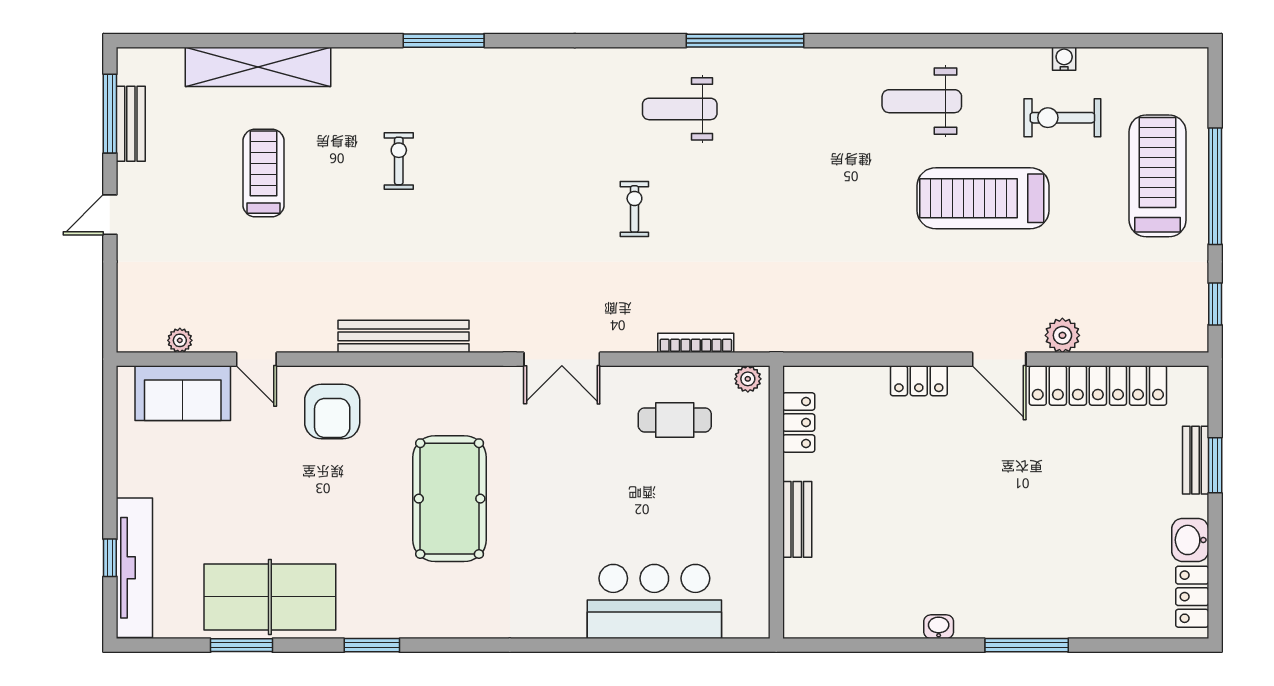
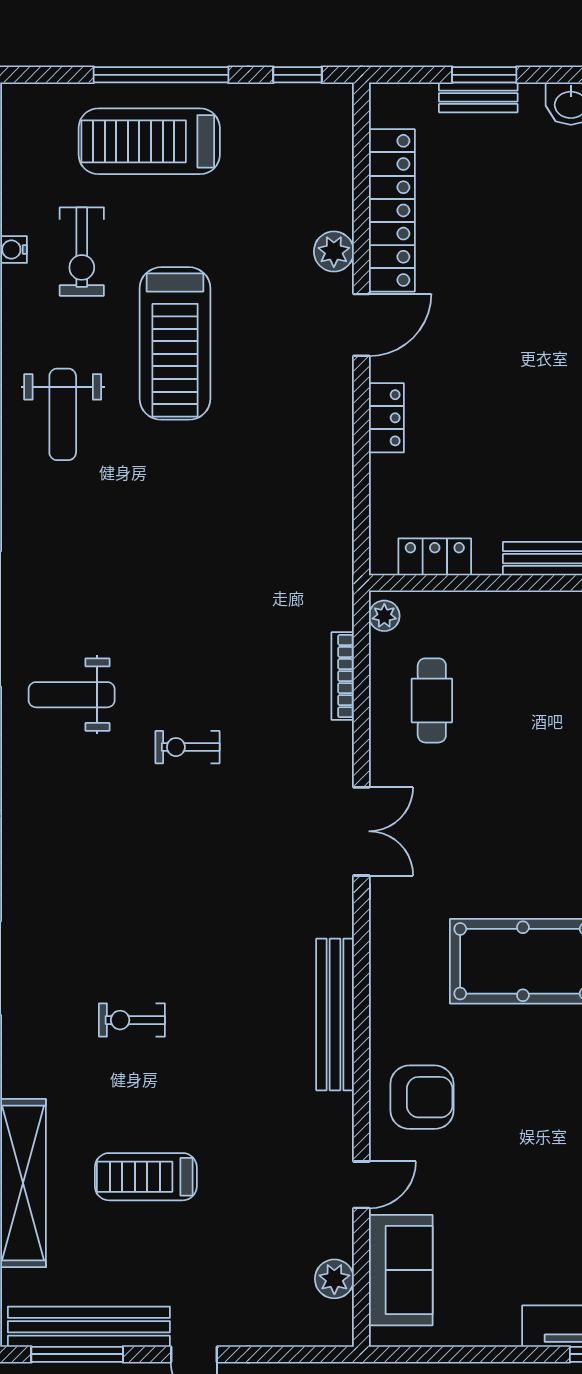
weight bench: (680, 109) -> (72, 695), turned 90
bench: (131, 124) -> (89, 1327), width x1.86, depth x1.21
plant: (180, 340) -> (334, 1279), width x1.38, depth x1.38

